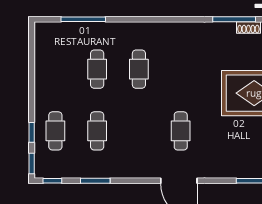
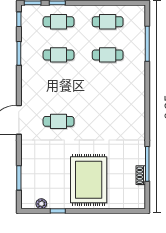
cafe table: (139, 69) -> (108, 22), moved

